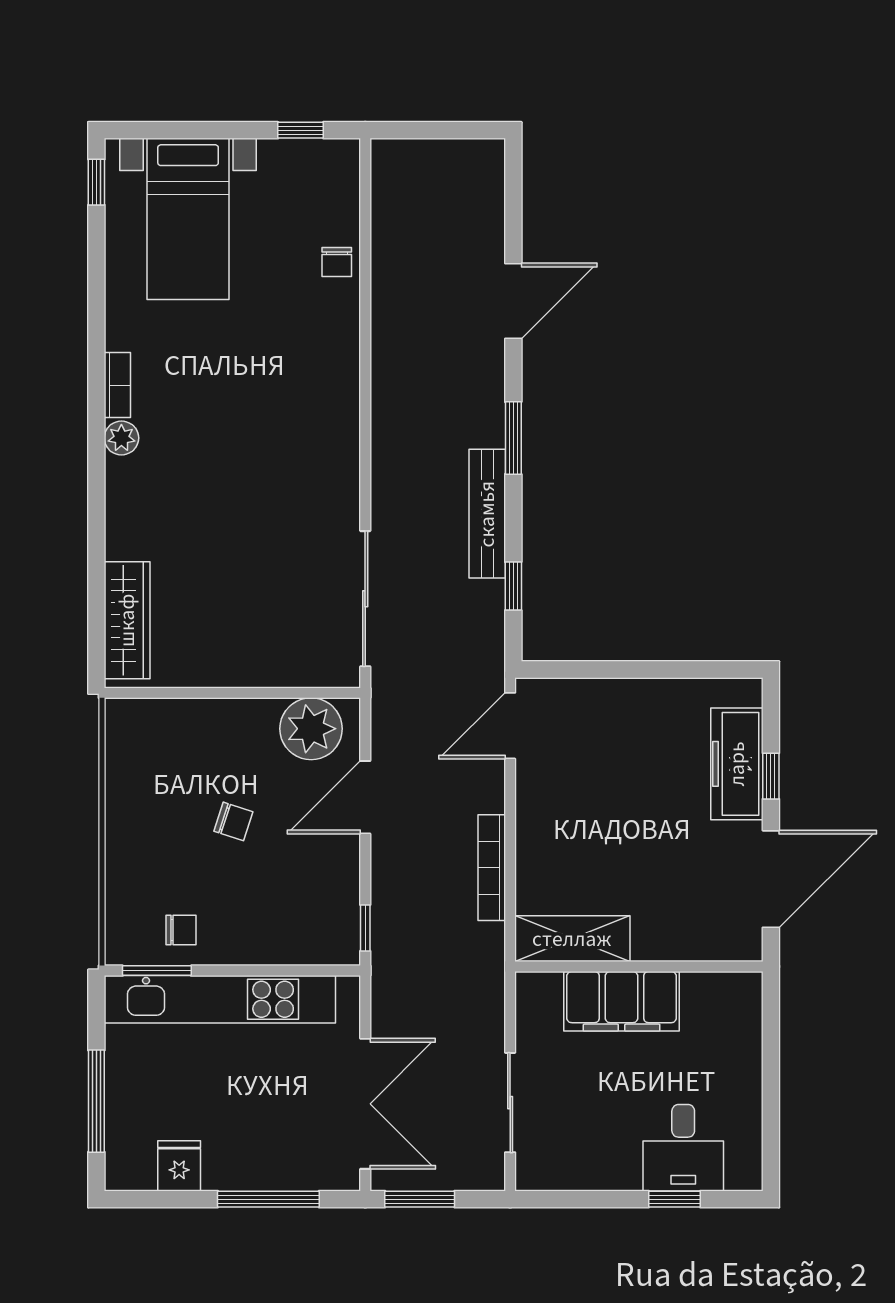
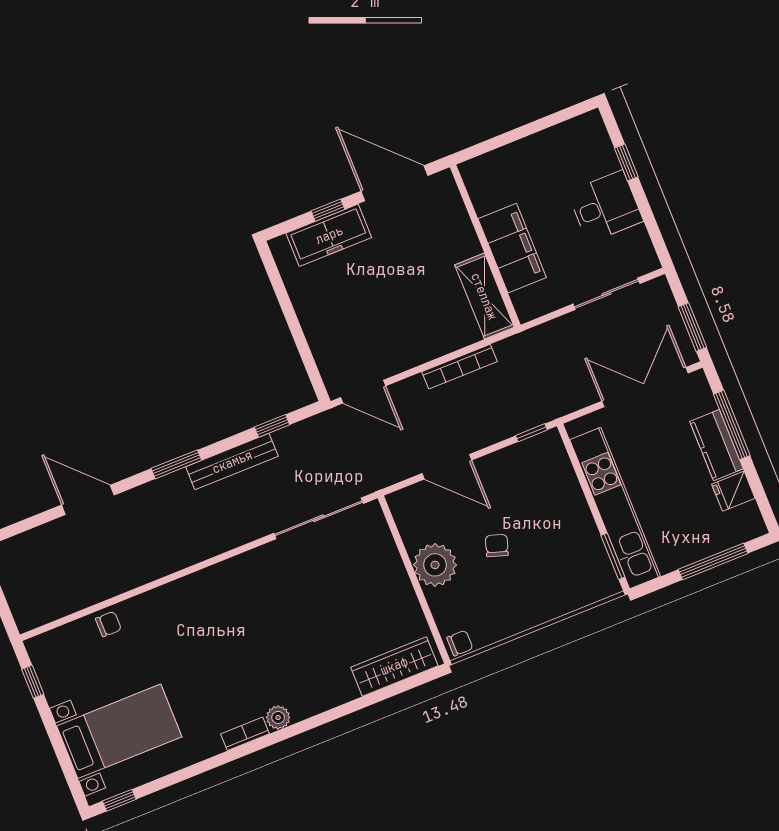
plant: (311, 729) -> (435, 565), moved
chair: (181, 930) -> (460, 643), moved, turned 90
desk: (683, 1148) -> (605, 207), moved
kitchen counter: (250, 1168) -> (716, 445), added

